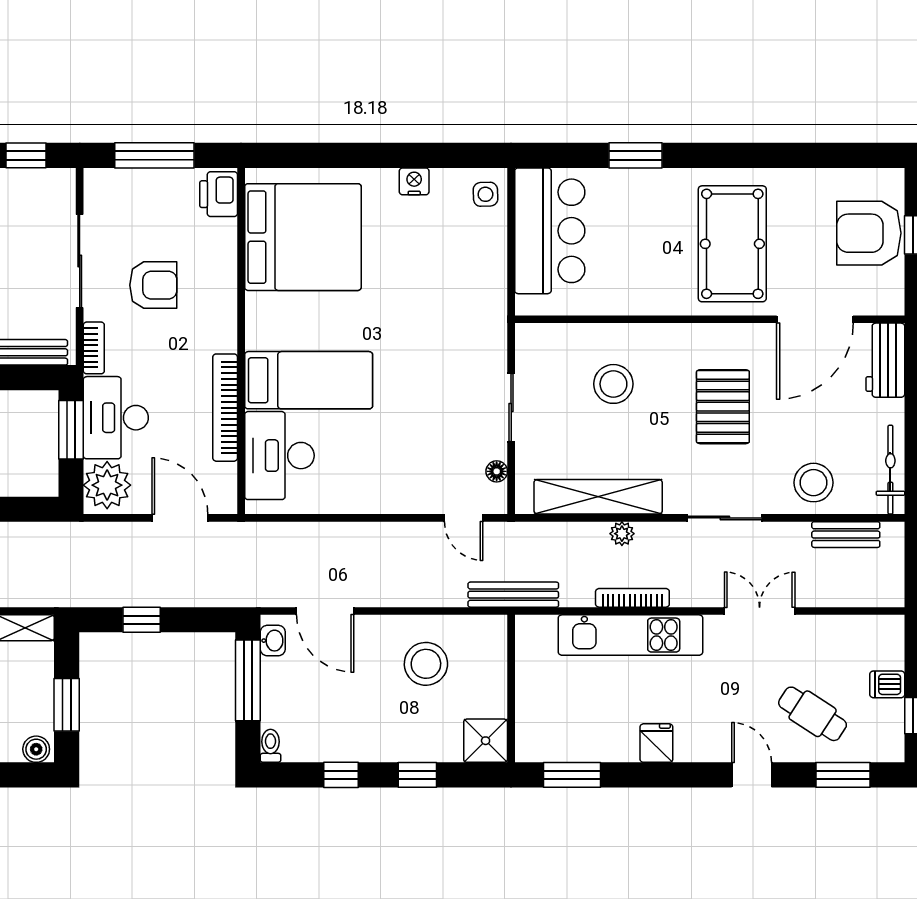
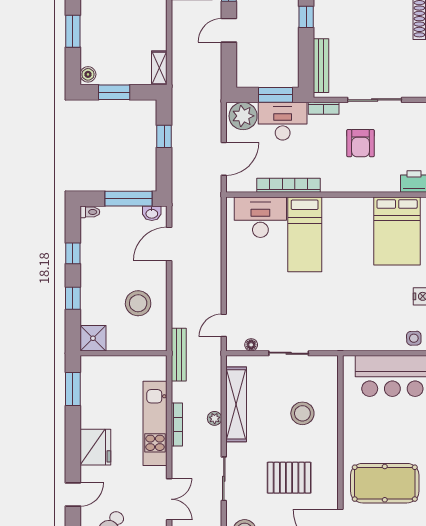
bed: (303, 237) -> (397, 231), width x0.73
fridge: (656, 743) -> (95, 447), width x1.88, depth x1.34

